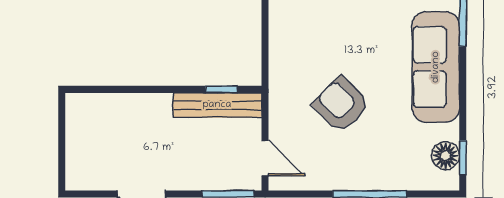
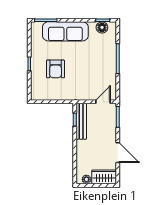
armchair: (341, 105) -> (56, 69), moved, turned -45
plant: (76, 118) -> (86, 179), added
wardrobe: (82, 161) -> (104, 177), added

